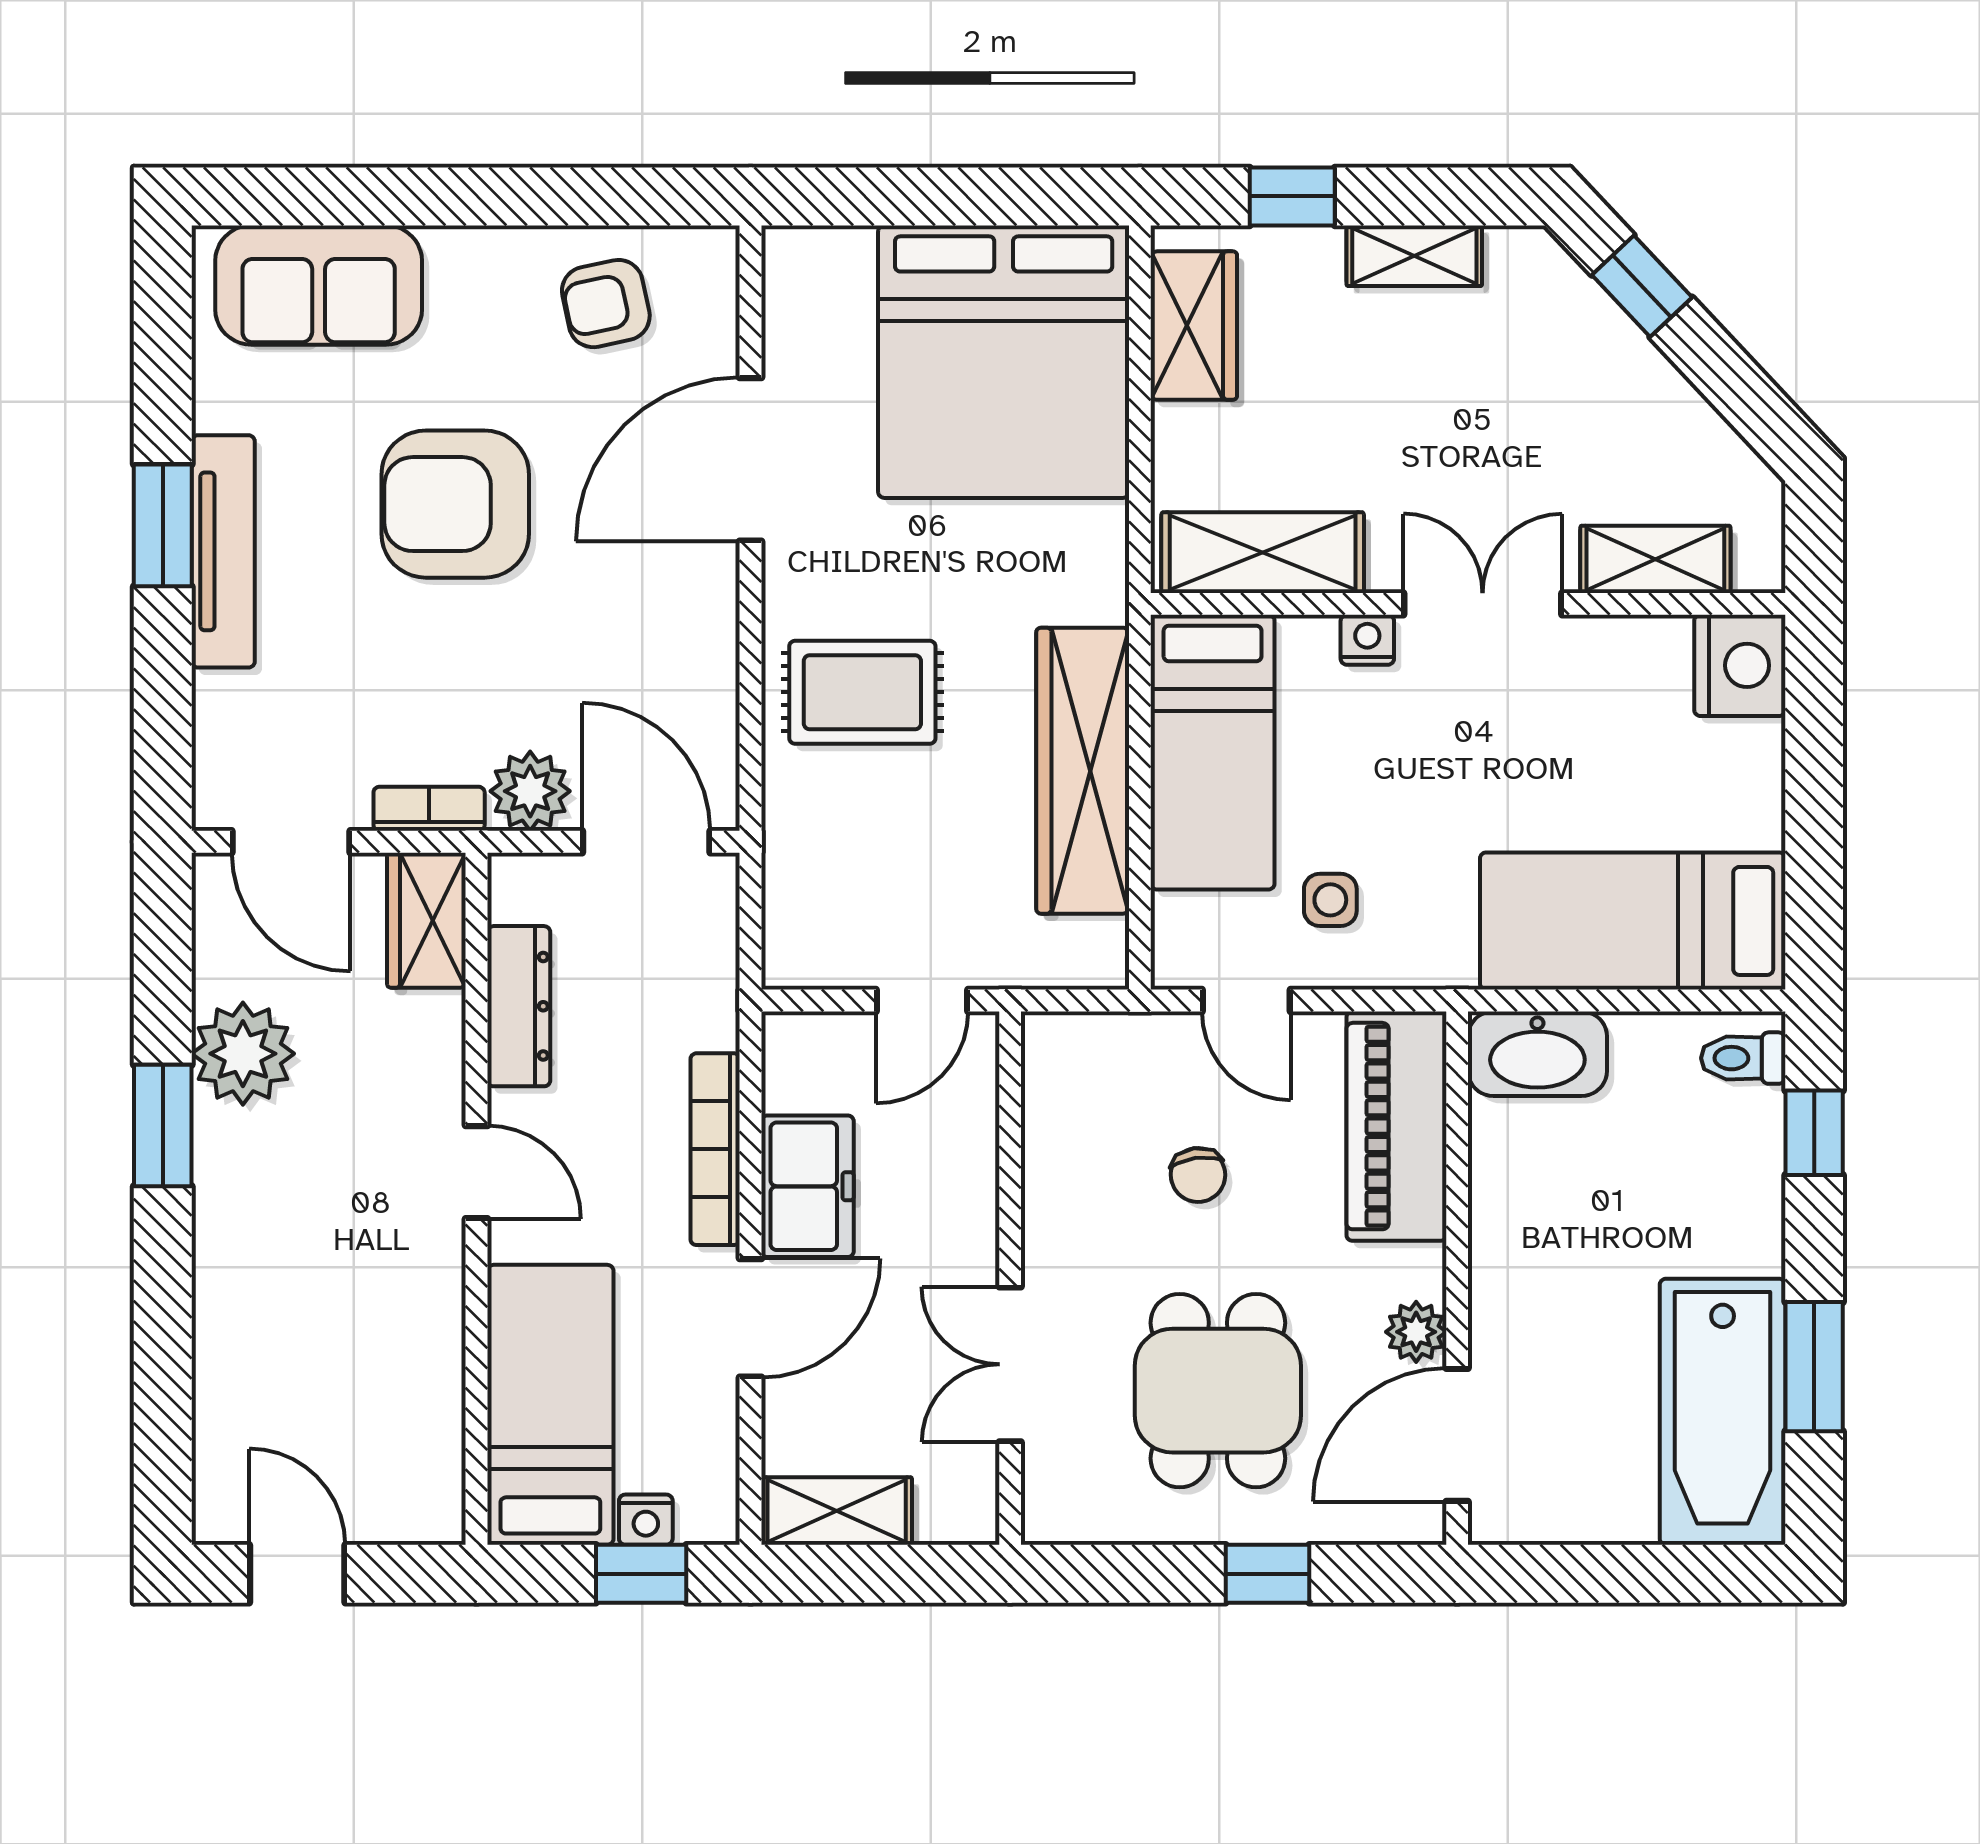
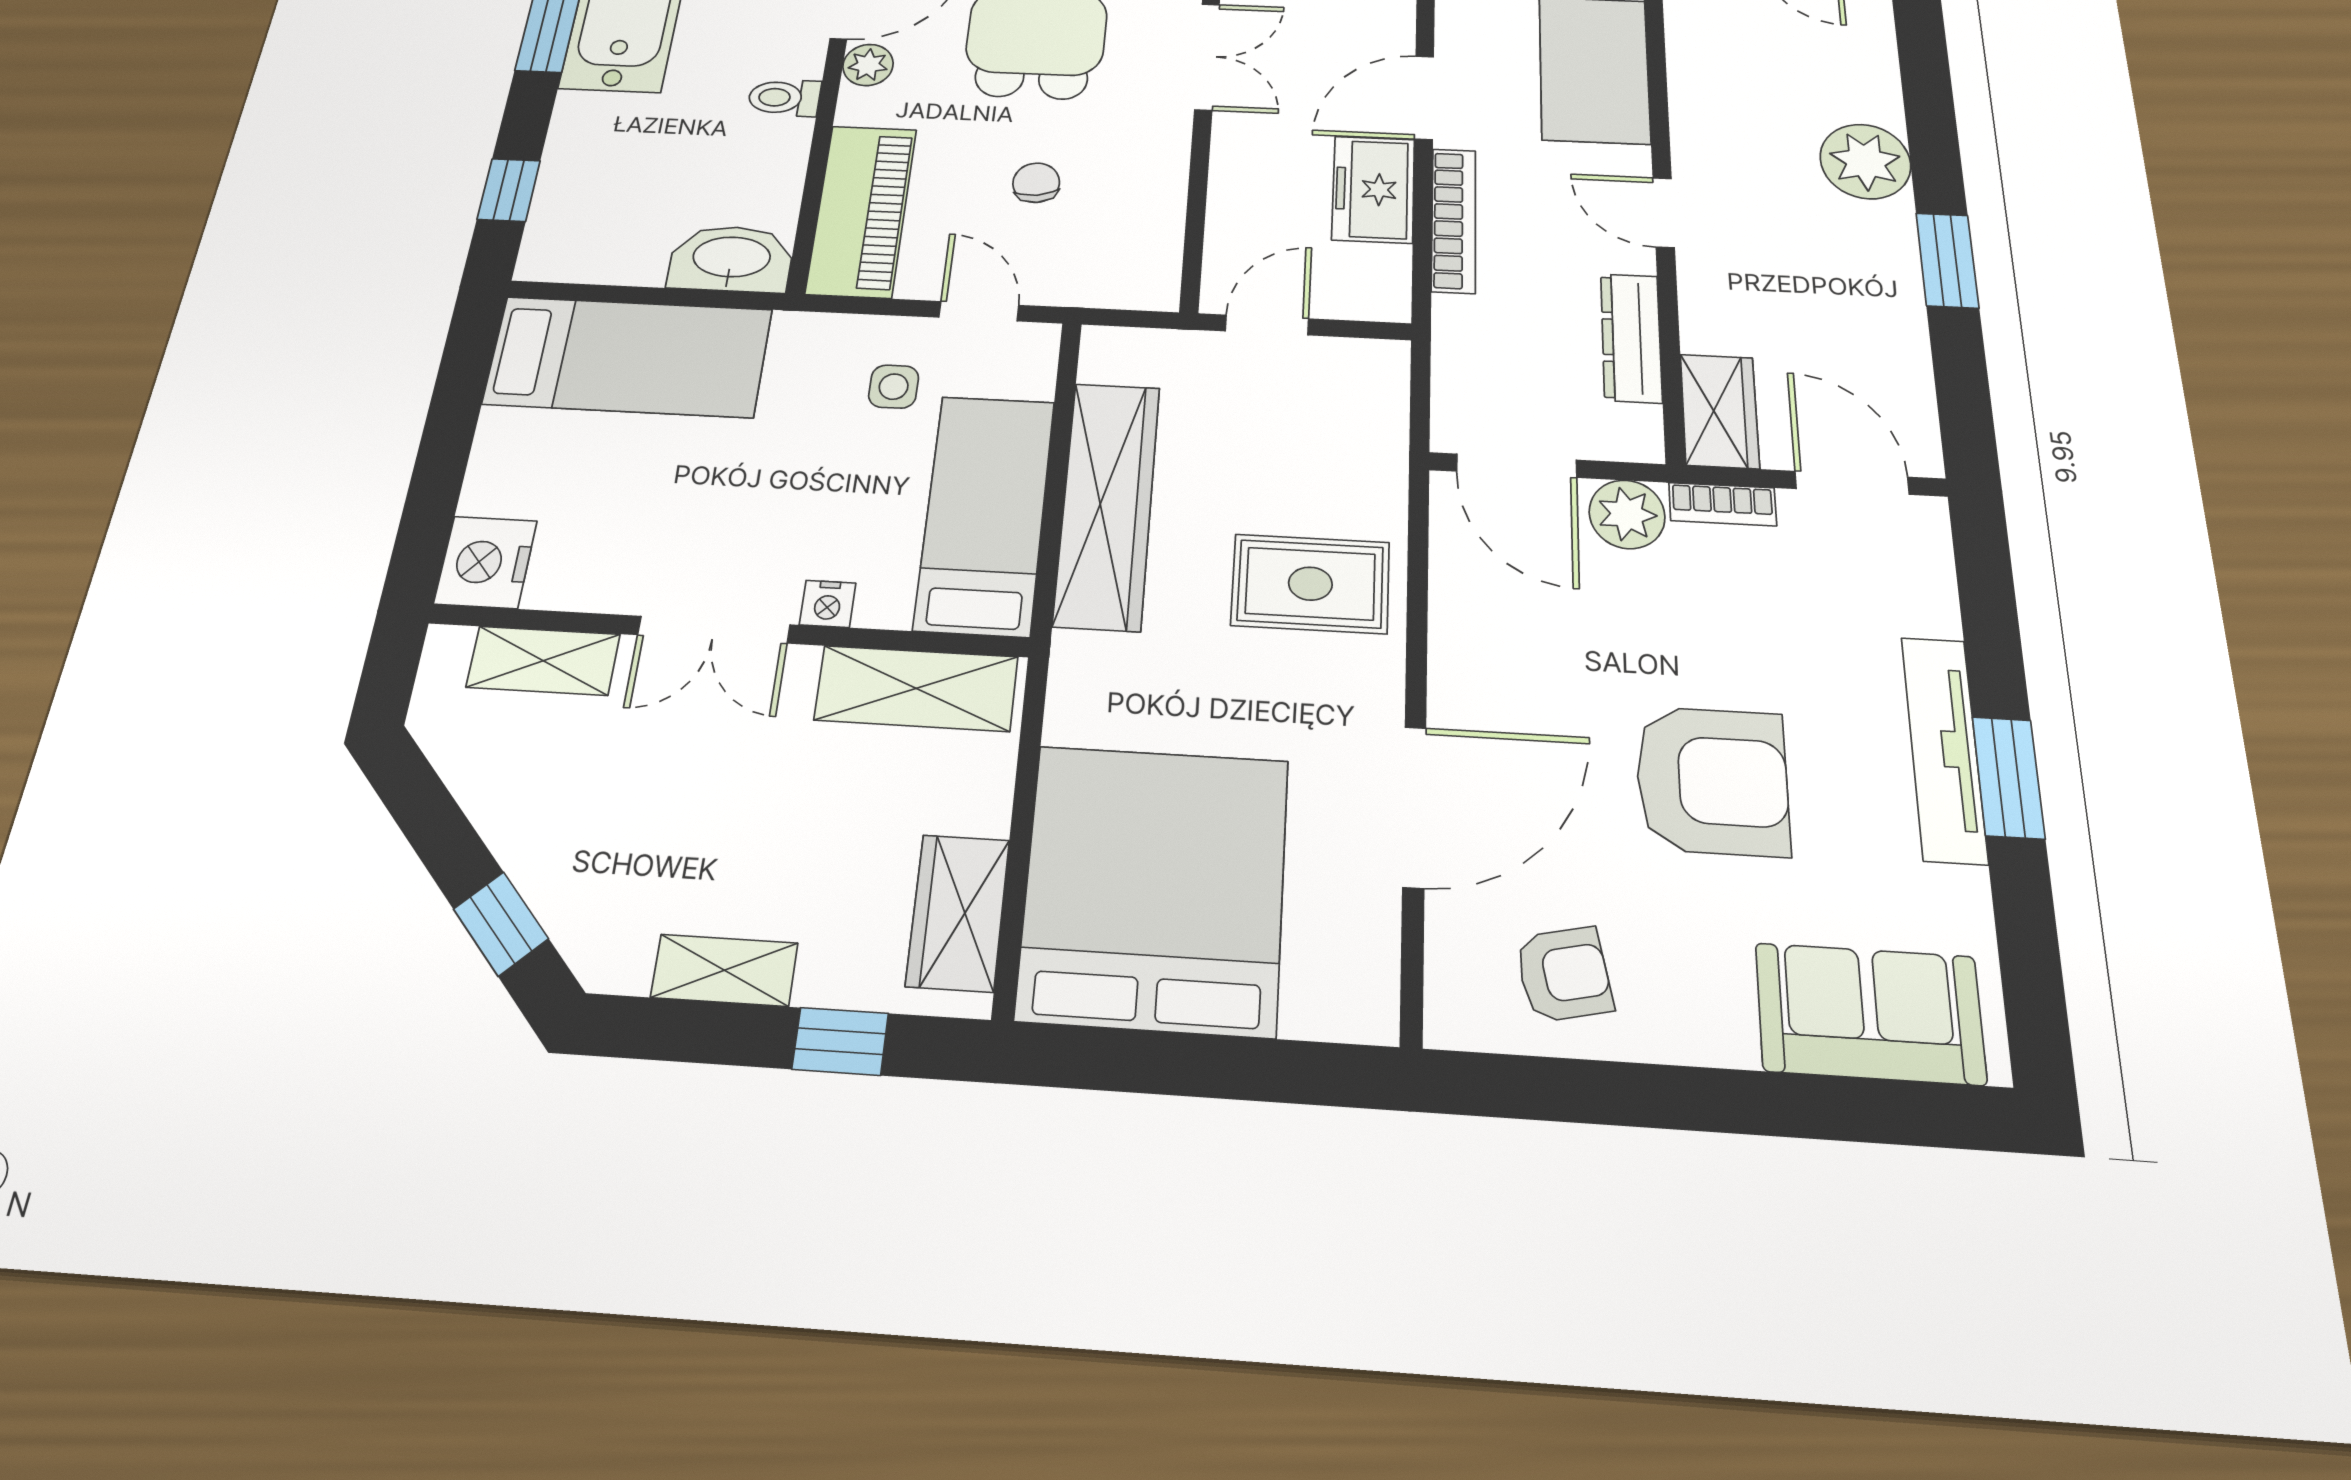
plant: (243, 1054) -> (1865, 161), moved
toilet: (1743, 1058) -> (784, 98), moved, turned 180

